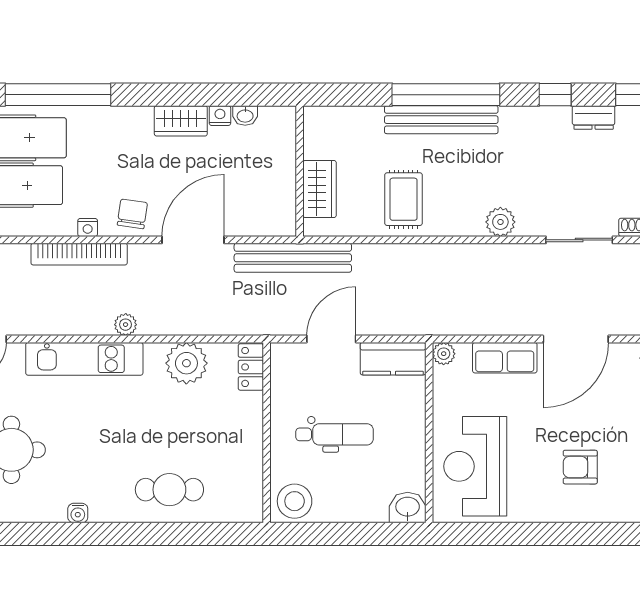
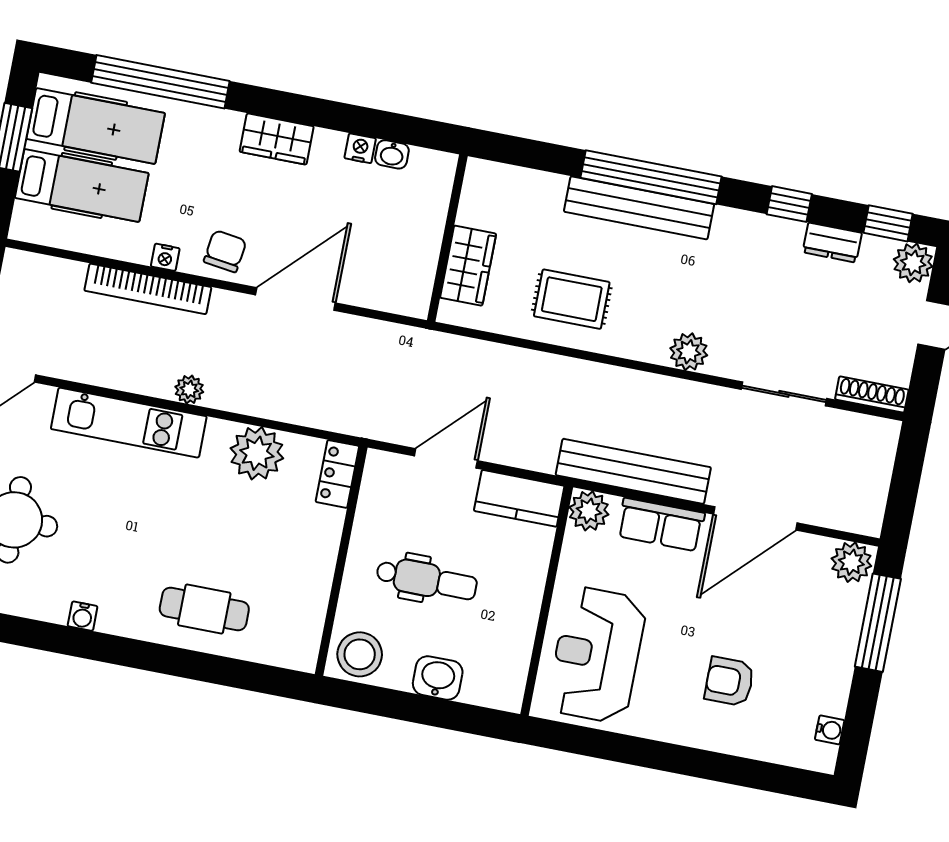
wardrobe: (181, 121) -> (277, 139), moved
rug: (404, 199) -> (572, 299), turned 90
bench: (293, 258) -> (633, 471), moved
plant: (444, 354) -> (589, 511), width x1.38, depth x1.38
washbasin: (408, 508) -> (438, 678), moved

